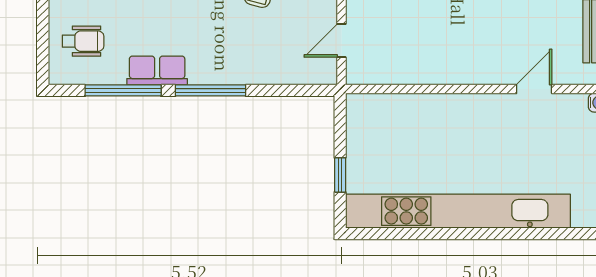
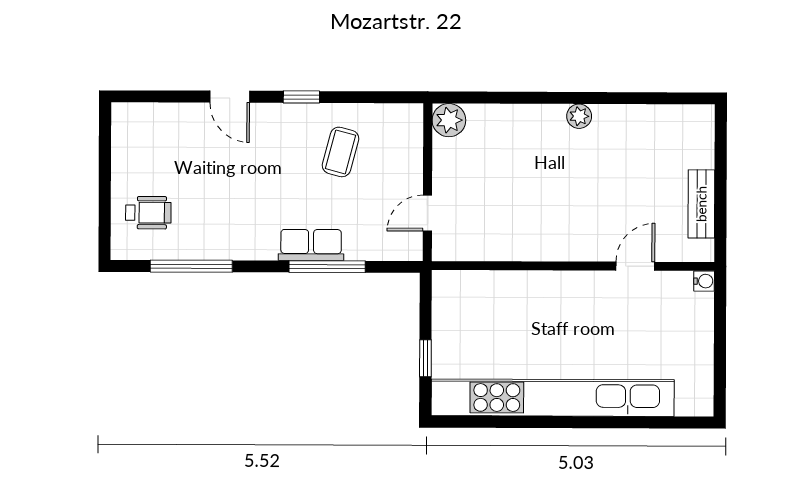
row of seats: (157, 70) -> (311, 245), moved
window: (210, 90) -> (327, 267), moved

